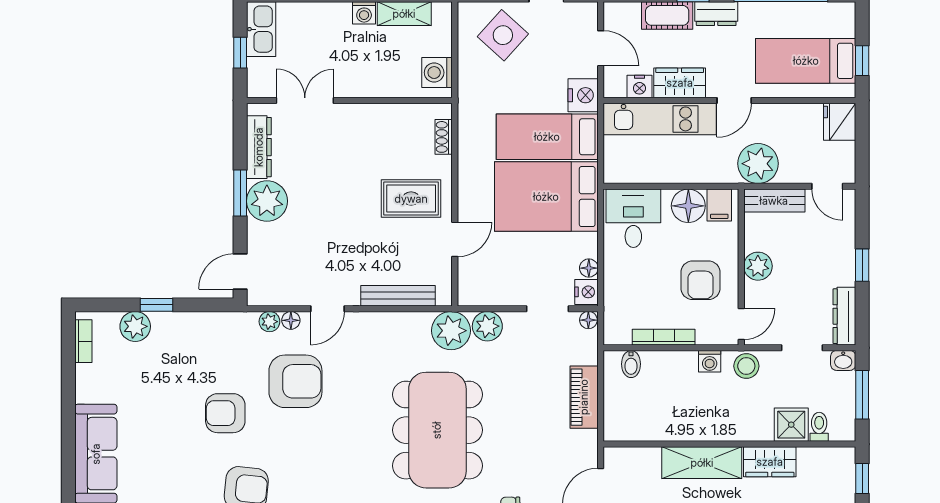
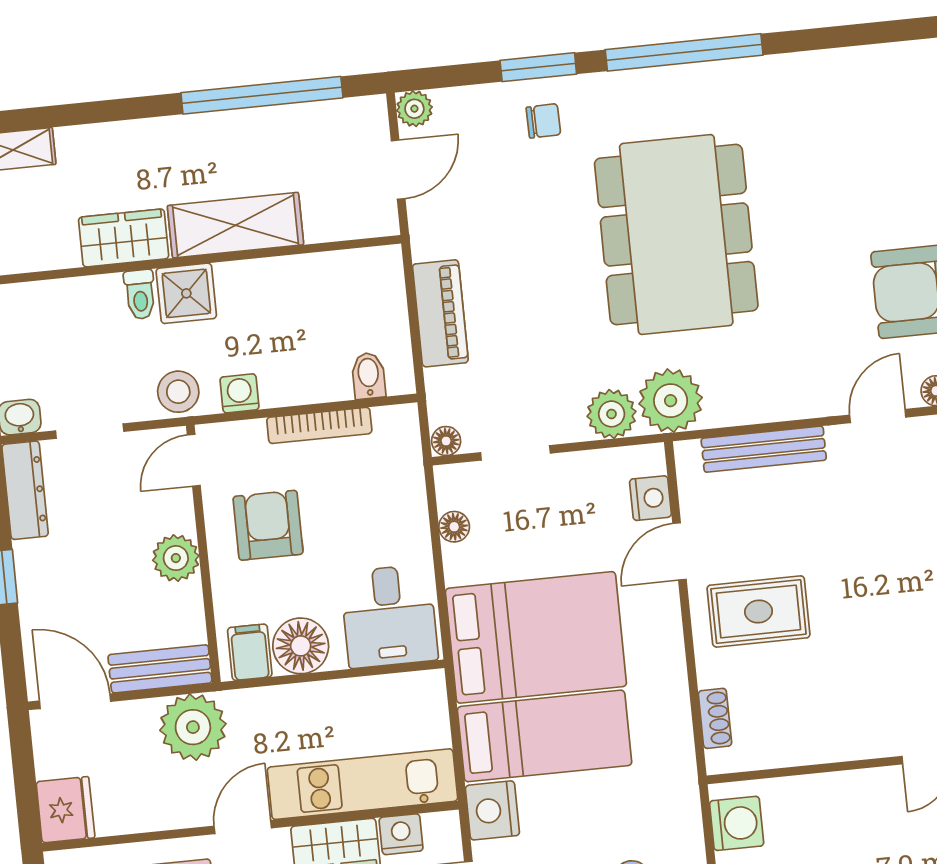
door: (827, 186) -> (75, 701), width x1.38
nightstand: (586, 292) -> (650, 498), moved, turned 180
shower: (791, 425) -> (186, 293), moved
toilet: (819, 427) -> (140, 294), moved

